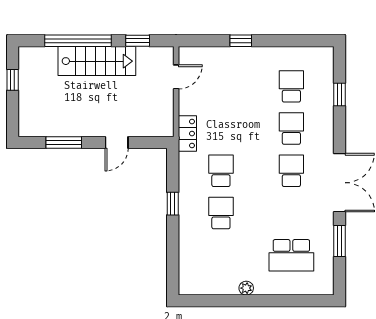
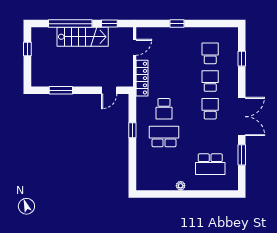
locker: (187, 134) -> (142, 78), width x1.53
door: (117, 142) -> (109, 90), moved
school desk: (221, 171) -> (164, 109), turned 180
school desk: (221, 213) -> (164, 136), width x1.85

